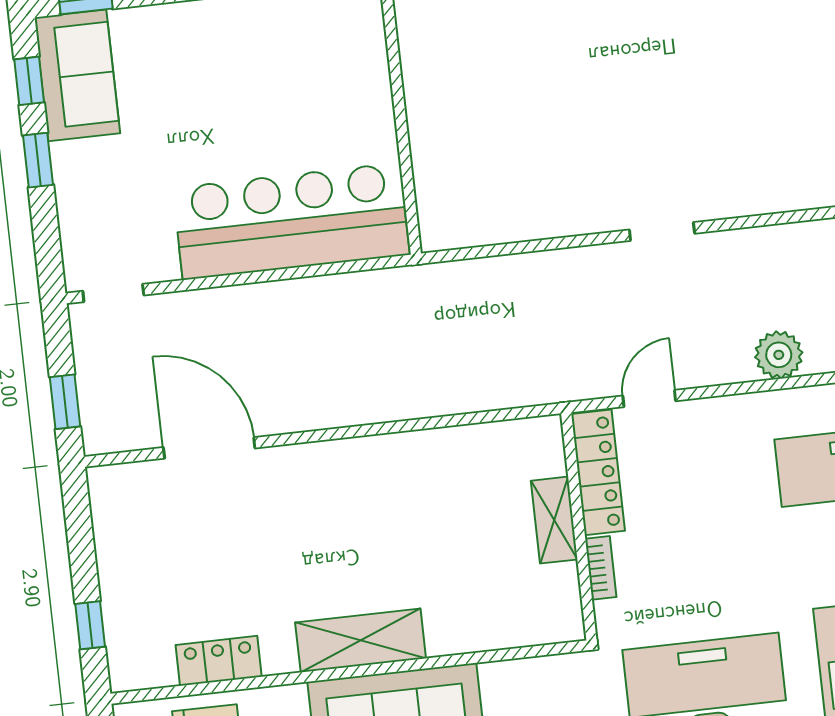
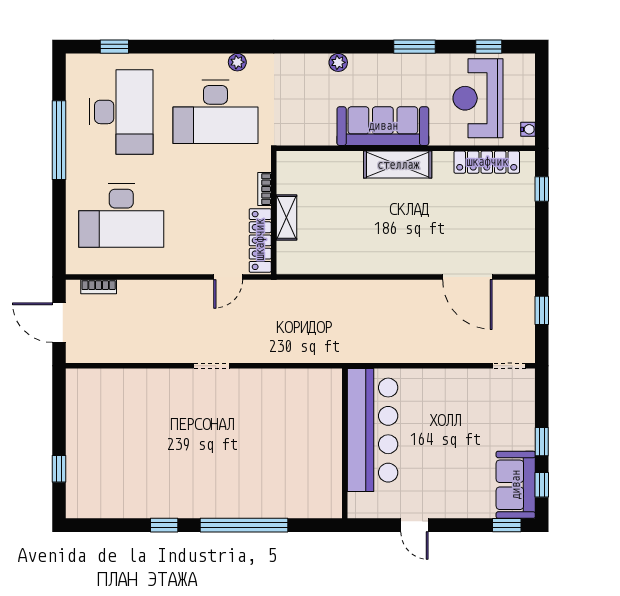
bar counter: (291, 221) -> (373, 430), moved, turned -90
plant: (779, 355) -> (156, 293), removed
locker: (219, 661) -> (487, 162), width x1.53

